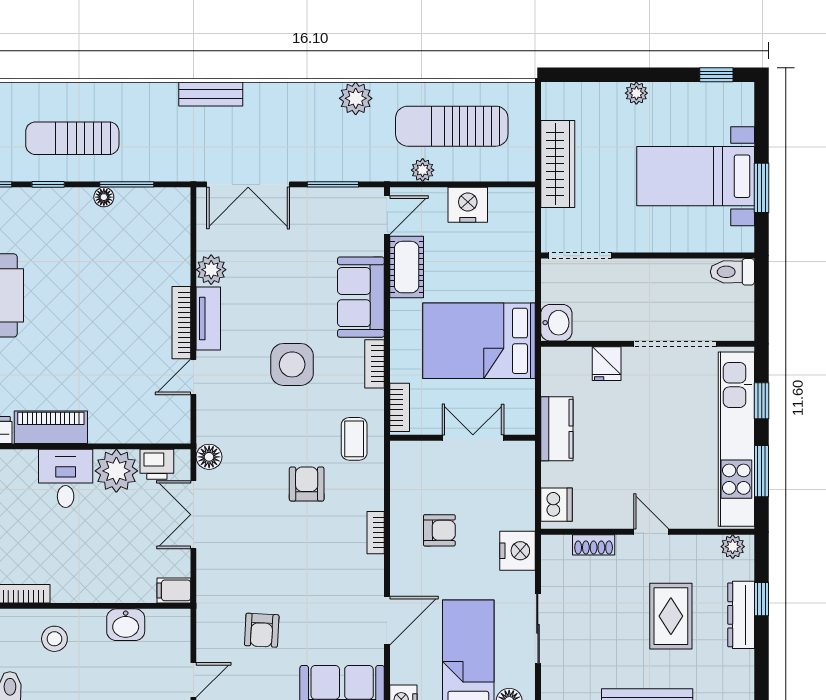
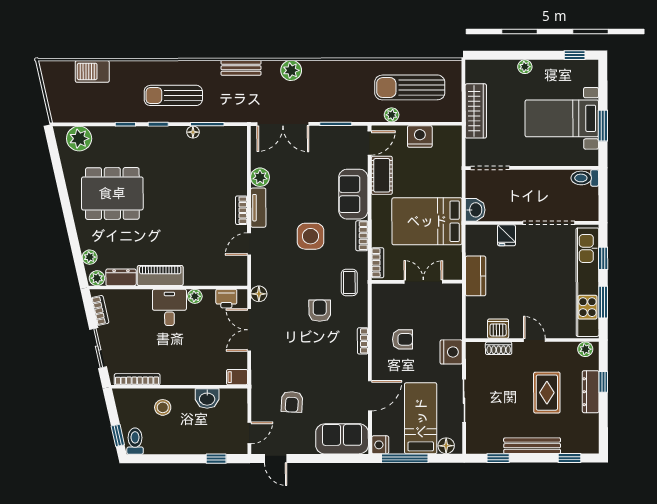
bench: (211, 94) -> (241, 68), moved
plant: (356, 98) -> (291, 70), moved
bookcase: (181, 323) -> (241, 210), width x0.64
plant: (116, 471) -> (195, 296), width x0.53, depth x0.53
dishwasher: (556, 505) -> (498, 329), moved, turned -90

